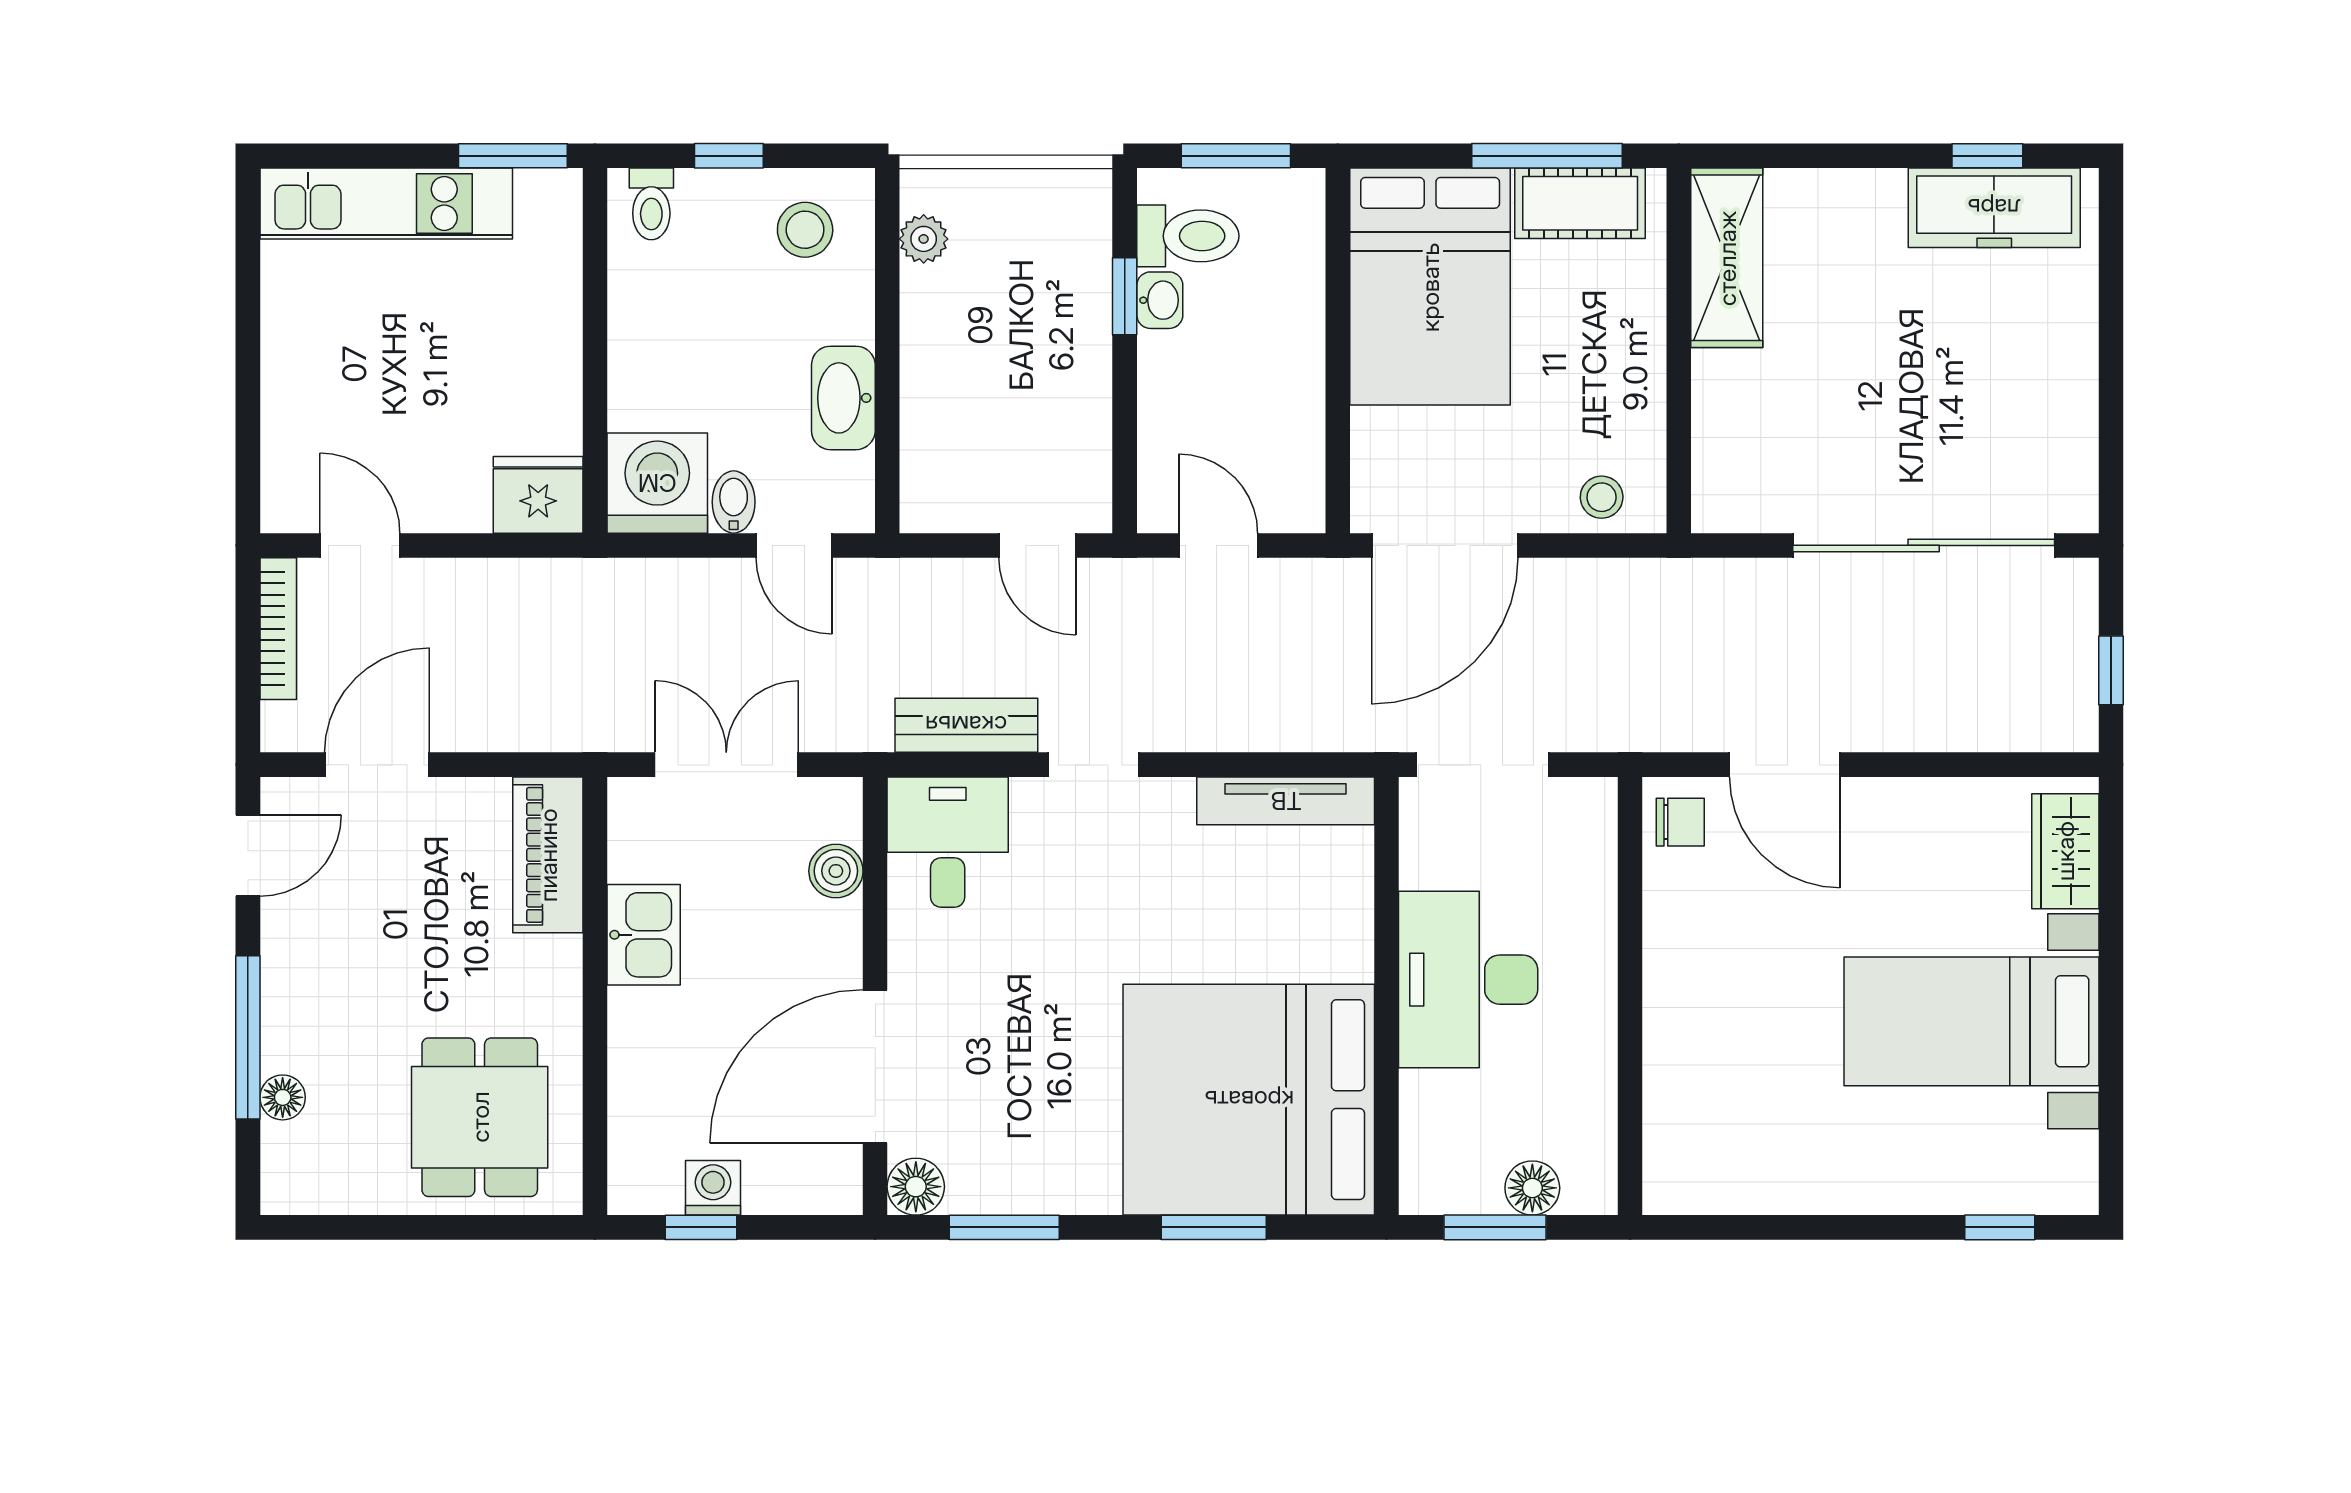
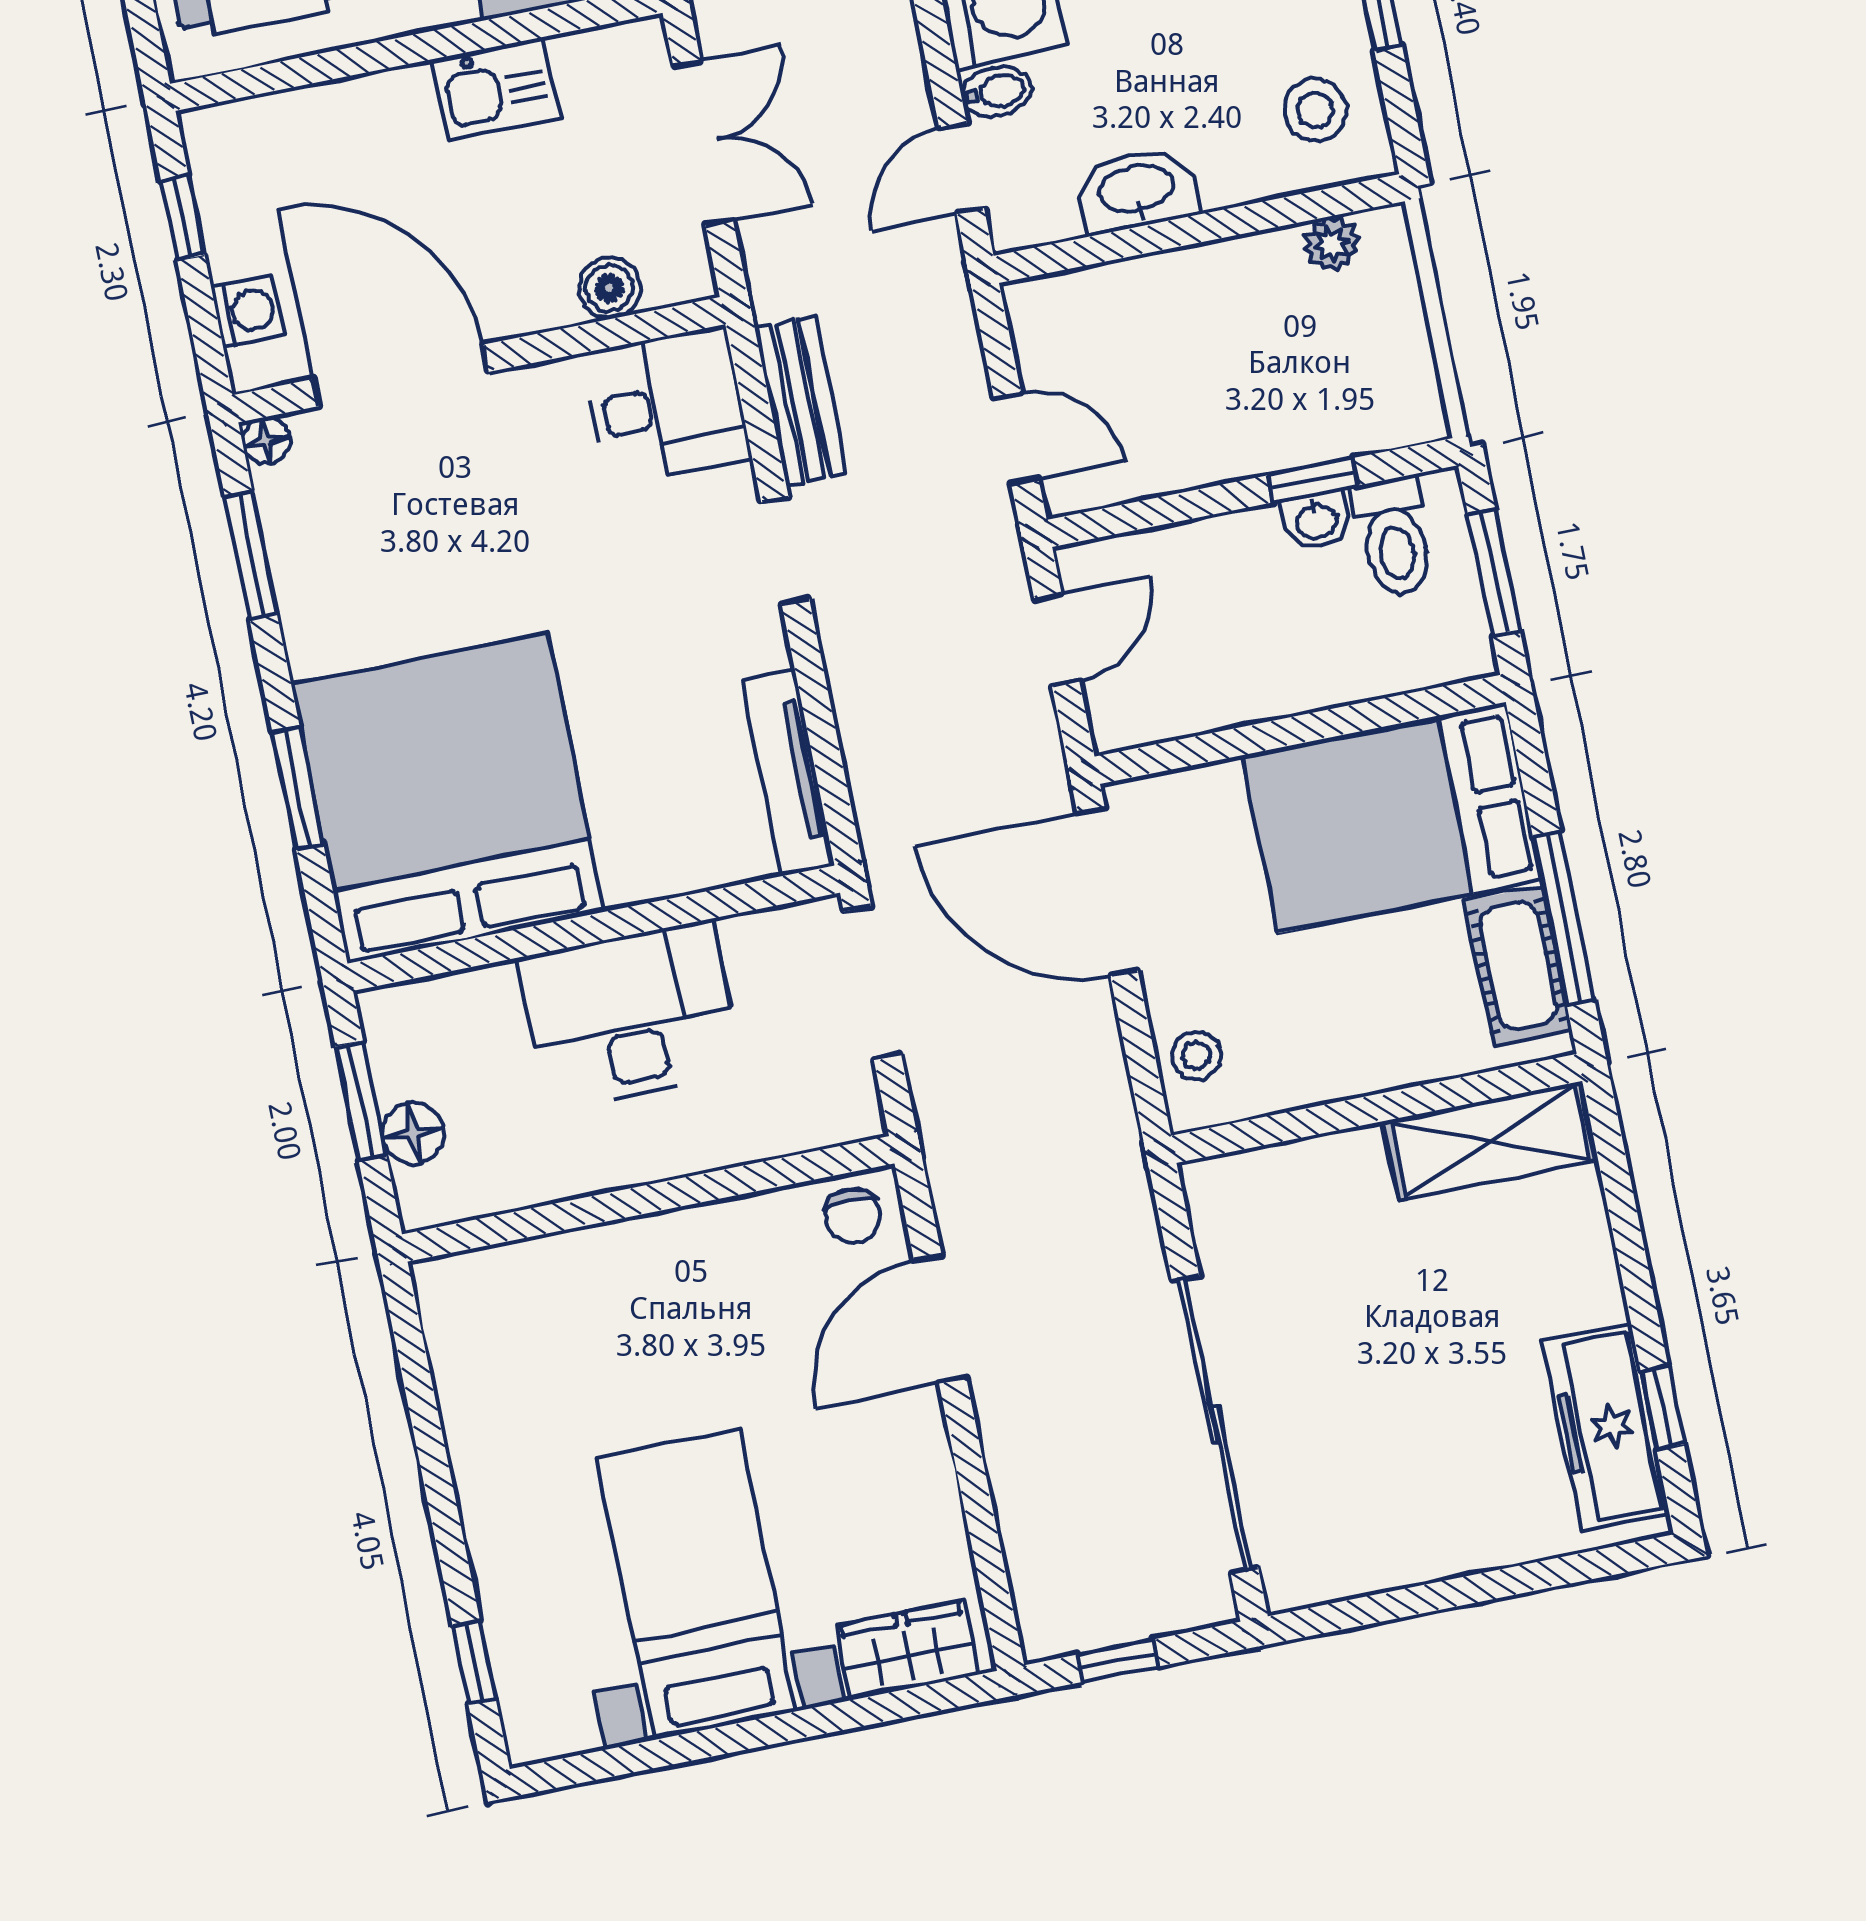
door: (1037, 545) -> (1016, 439), swing flipped
floor lamp: (916, 1187) -> (266, 441), width x0.73, depth x0.73
washing machine: (713, 1188) -> (247, 311), moved

